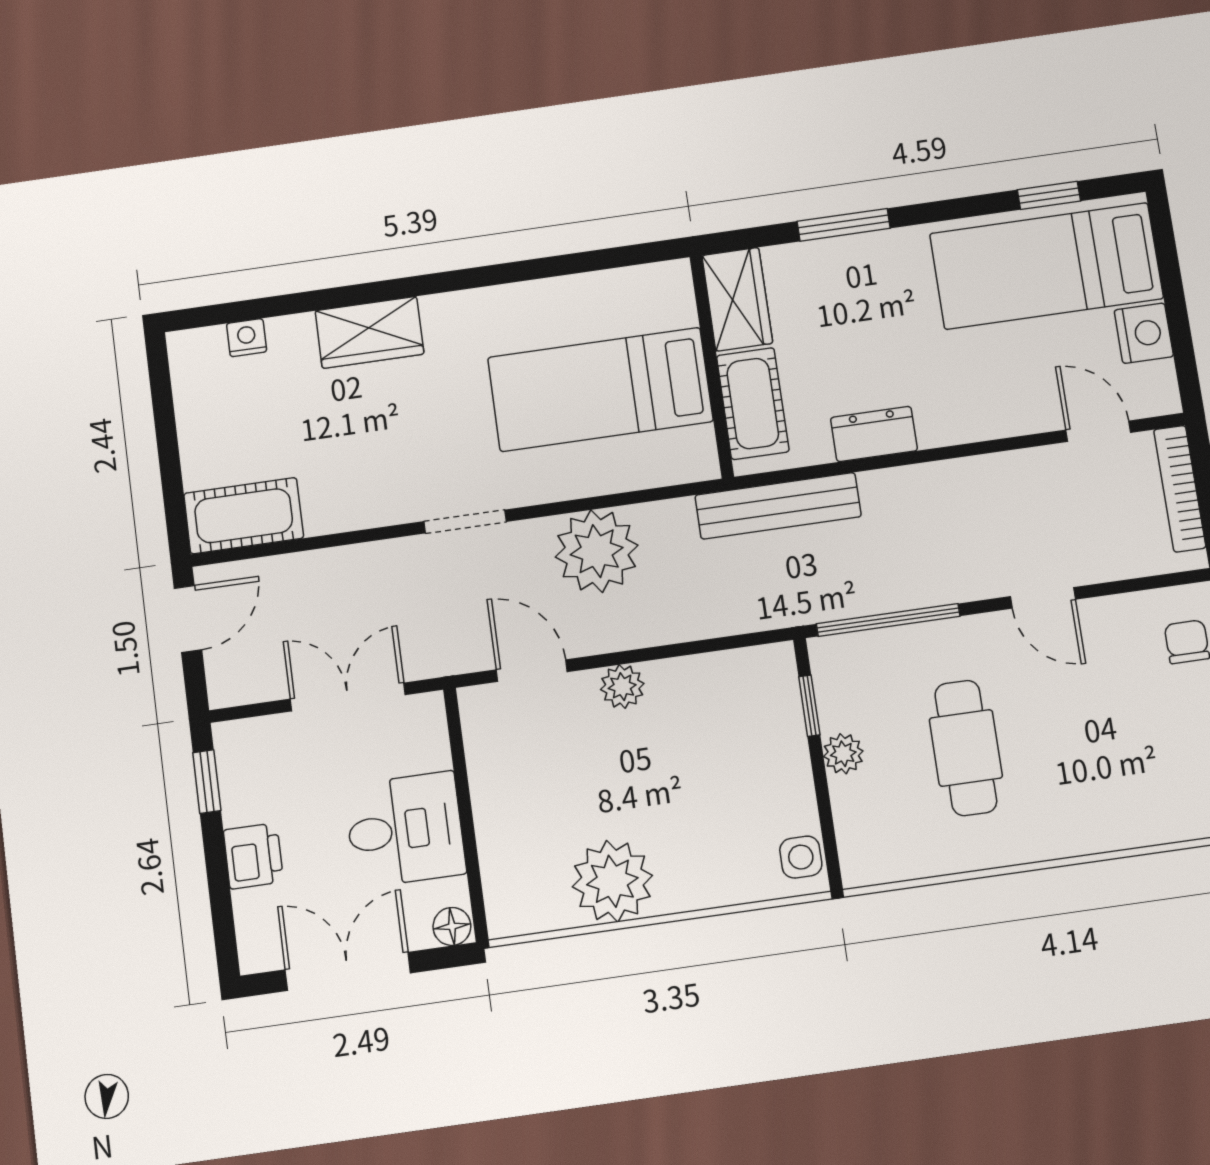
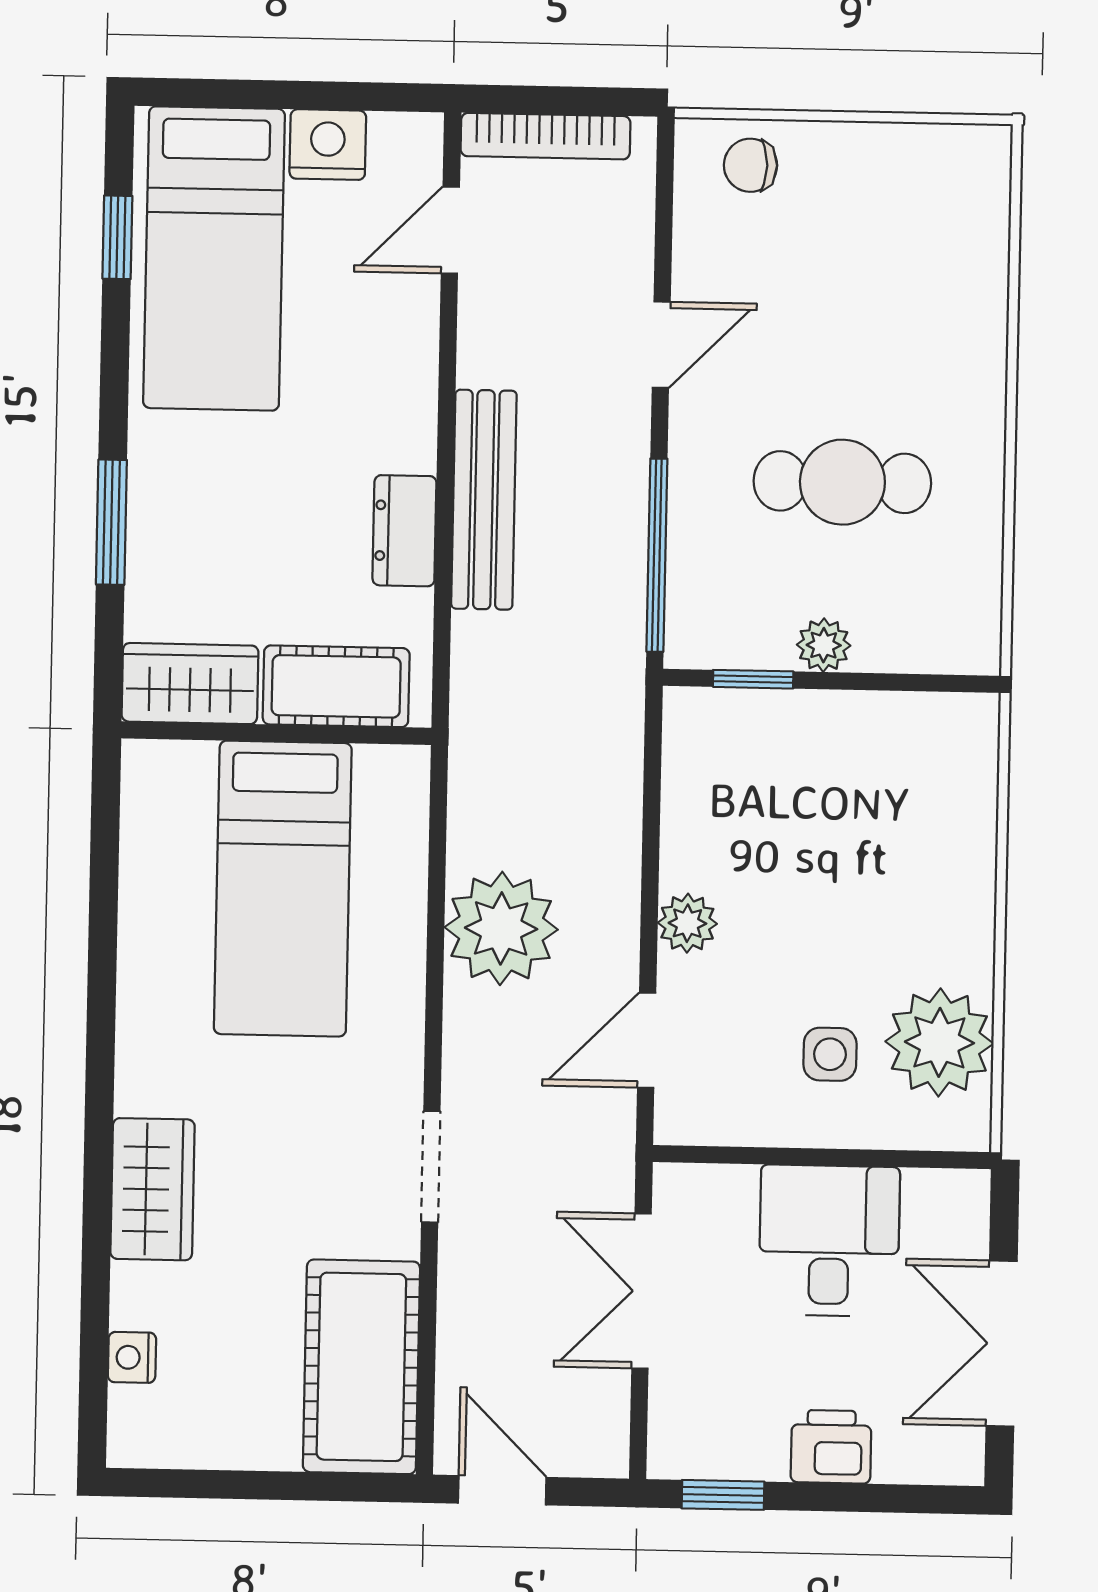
bench: (778, 506) -> (484, 500), moved
cot: (244, 516) -> (361, 1367), width x1.37, depth x1.34
doorway: (465, 522) -> (431, 1167), moved
side table: (801, 857) -> (830, 1054), moved
plant: (612, 881) -> (939, 1042), moved
floor lamp: (452, 926) -> (965, 1198), removed

